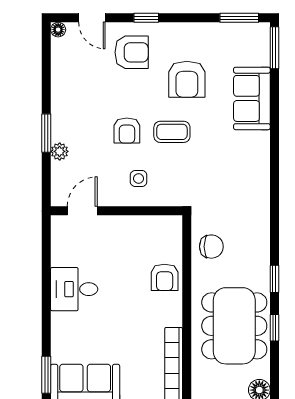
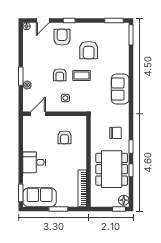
door: (92, 18) -> (43, 20), hinge flipped
armchair: (132, 52) -> (62, 37), turned -90
sofa: (252, 98) -> (120, 89), moved
chair: (211, 247) -> (116, 133), moved
armchair: (165, 277) -> (65, 137), moved
desk: (74, 289) -> (34, 162), moved

